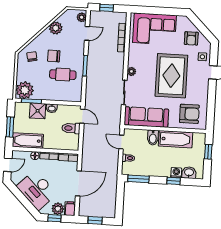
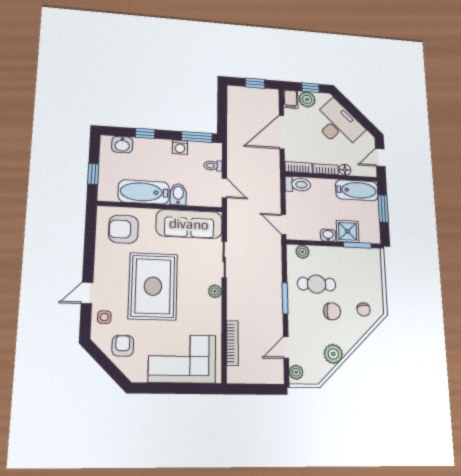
window: (107, 8) -> (259, 389), removed
plant: (25, 90) -> (302, 252), moved, width x0.53, depth x0.53
toilet: (71, 128) -> (298, 184), moved
washing machine: (176, 173) -> (180, 147), moved

